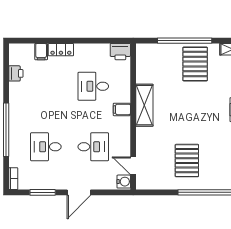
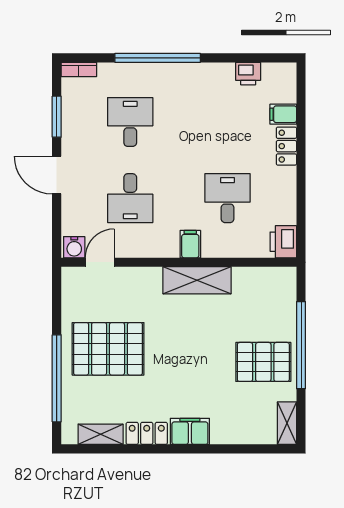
pallet: (187, 161) -> (108, 349), width x1.37, depth x1.41

